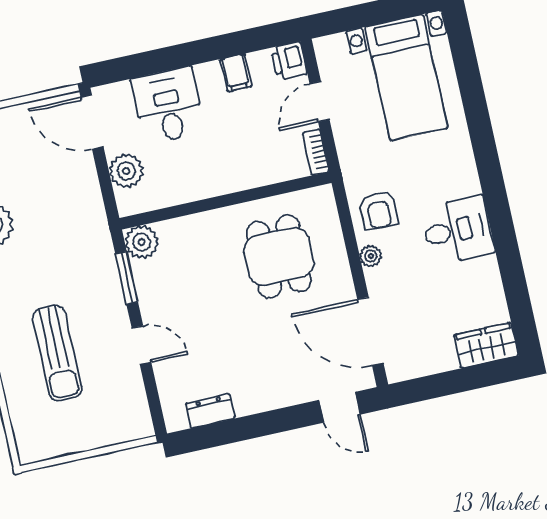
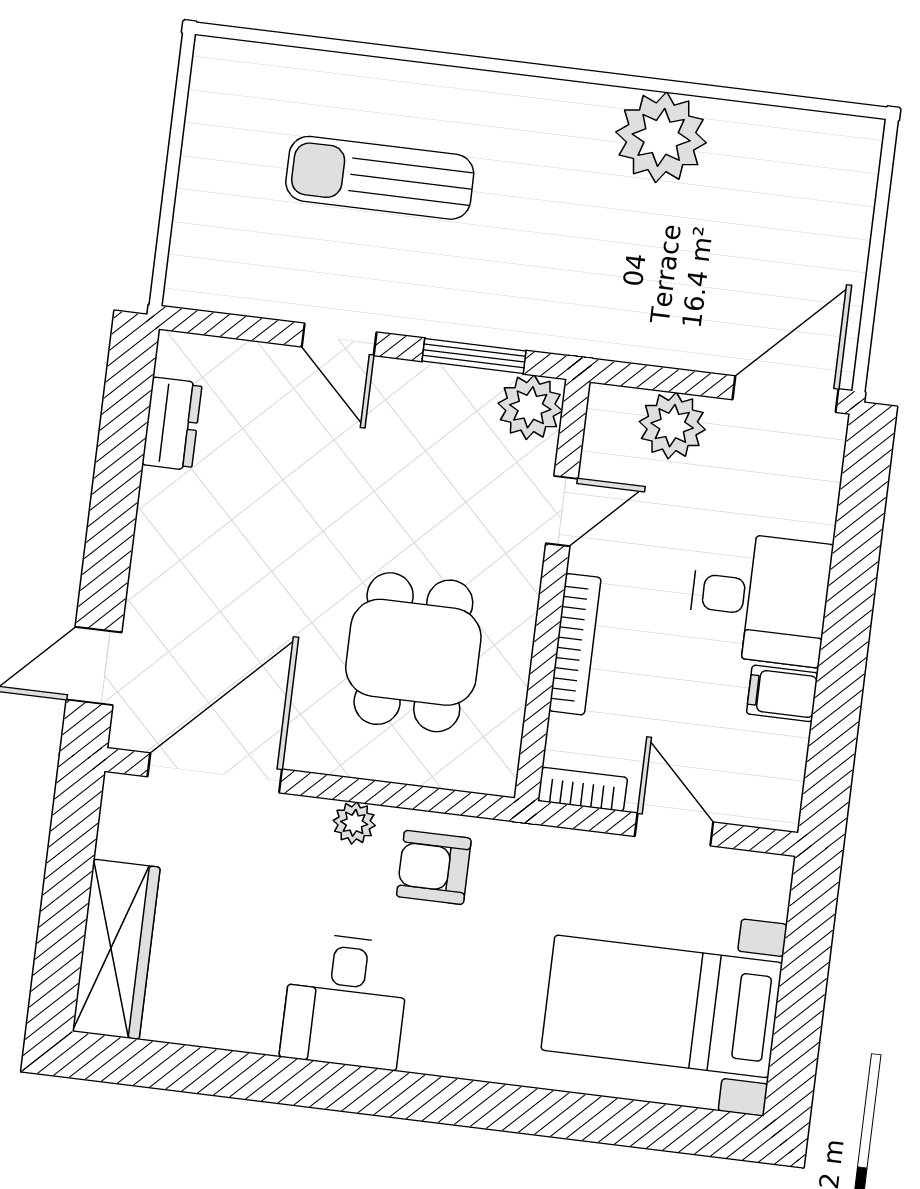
printer: (289, 61) -> (769, 799), removed
desk: (168, 106) -> (760, 598), moved
bookcase: (248, 180) -> (575, 644), added
door: (186, 209) -> (562, 511), added
dining table: (279, 257) -> (413, 652), turned 90
door: (141, 345) -> (339, 339), hinge flipped
wardrobe: (486, 345) -> (116, 949), width x1.50

